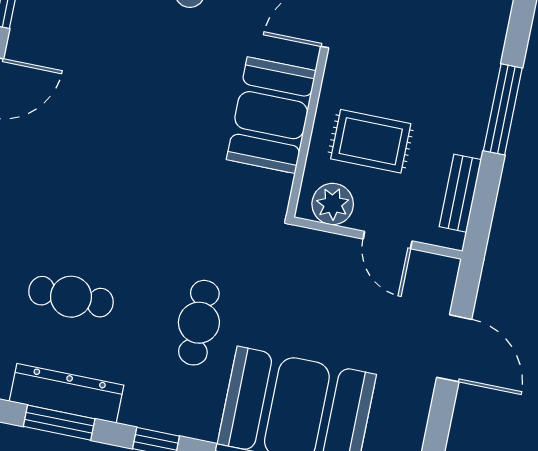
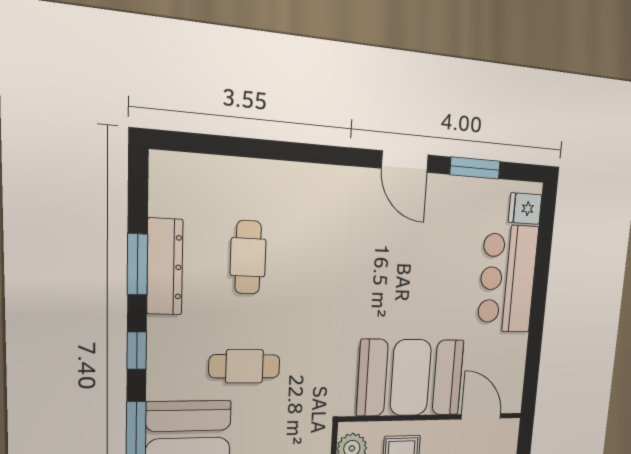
booth: (271, 115) -> (411, 378), width x1.36, depth x1.42

